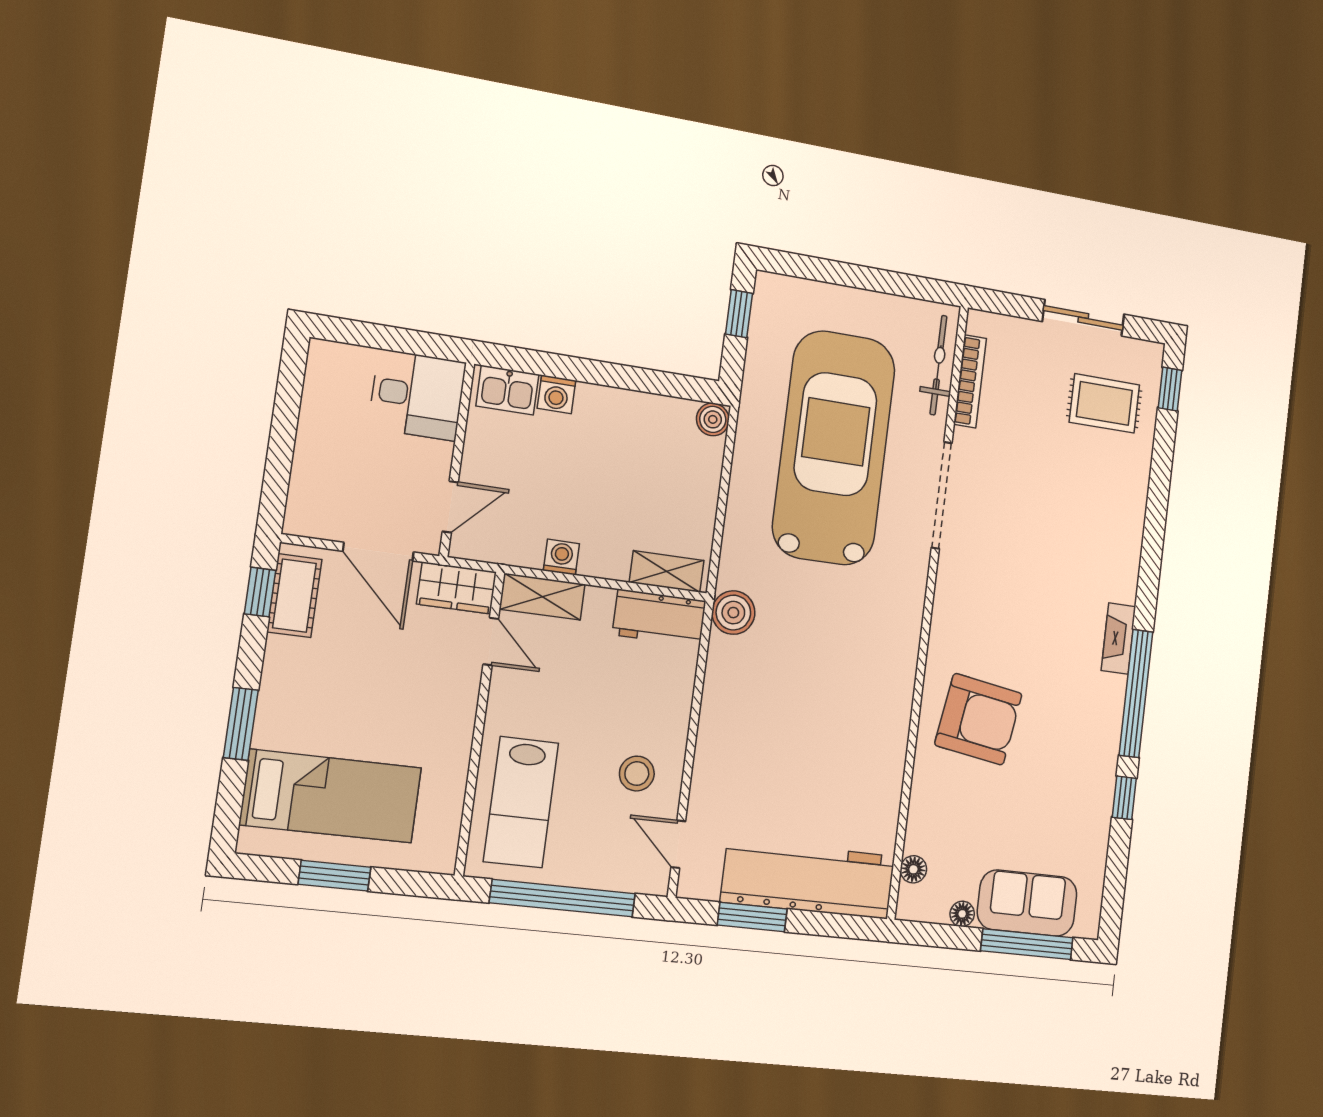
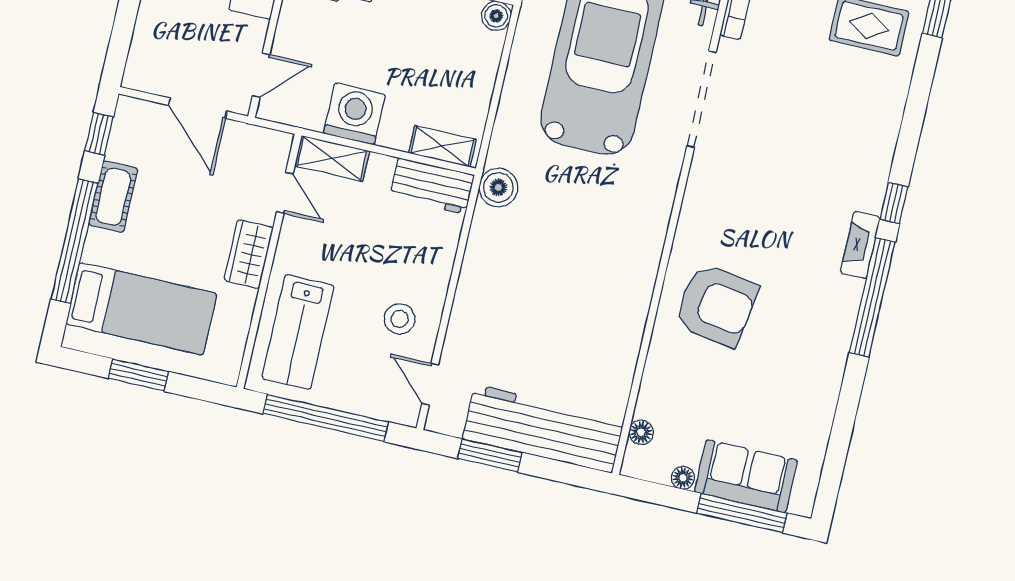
washing machine: (561, 557) -> (354, 114), width x1.89, depth x1.89
wardrobe: (457, 588) -> (249, 254), moved, turned 90
cot: (294, 596) -> (113, 197), moved
window: (241, 724) -> (74, 241), width x2.11
window: (1124, 798) -> (894, 203), moved

